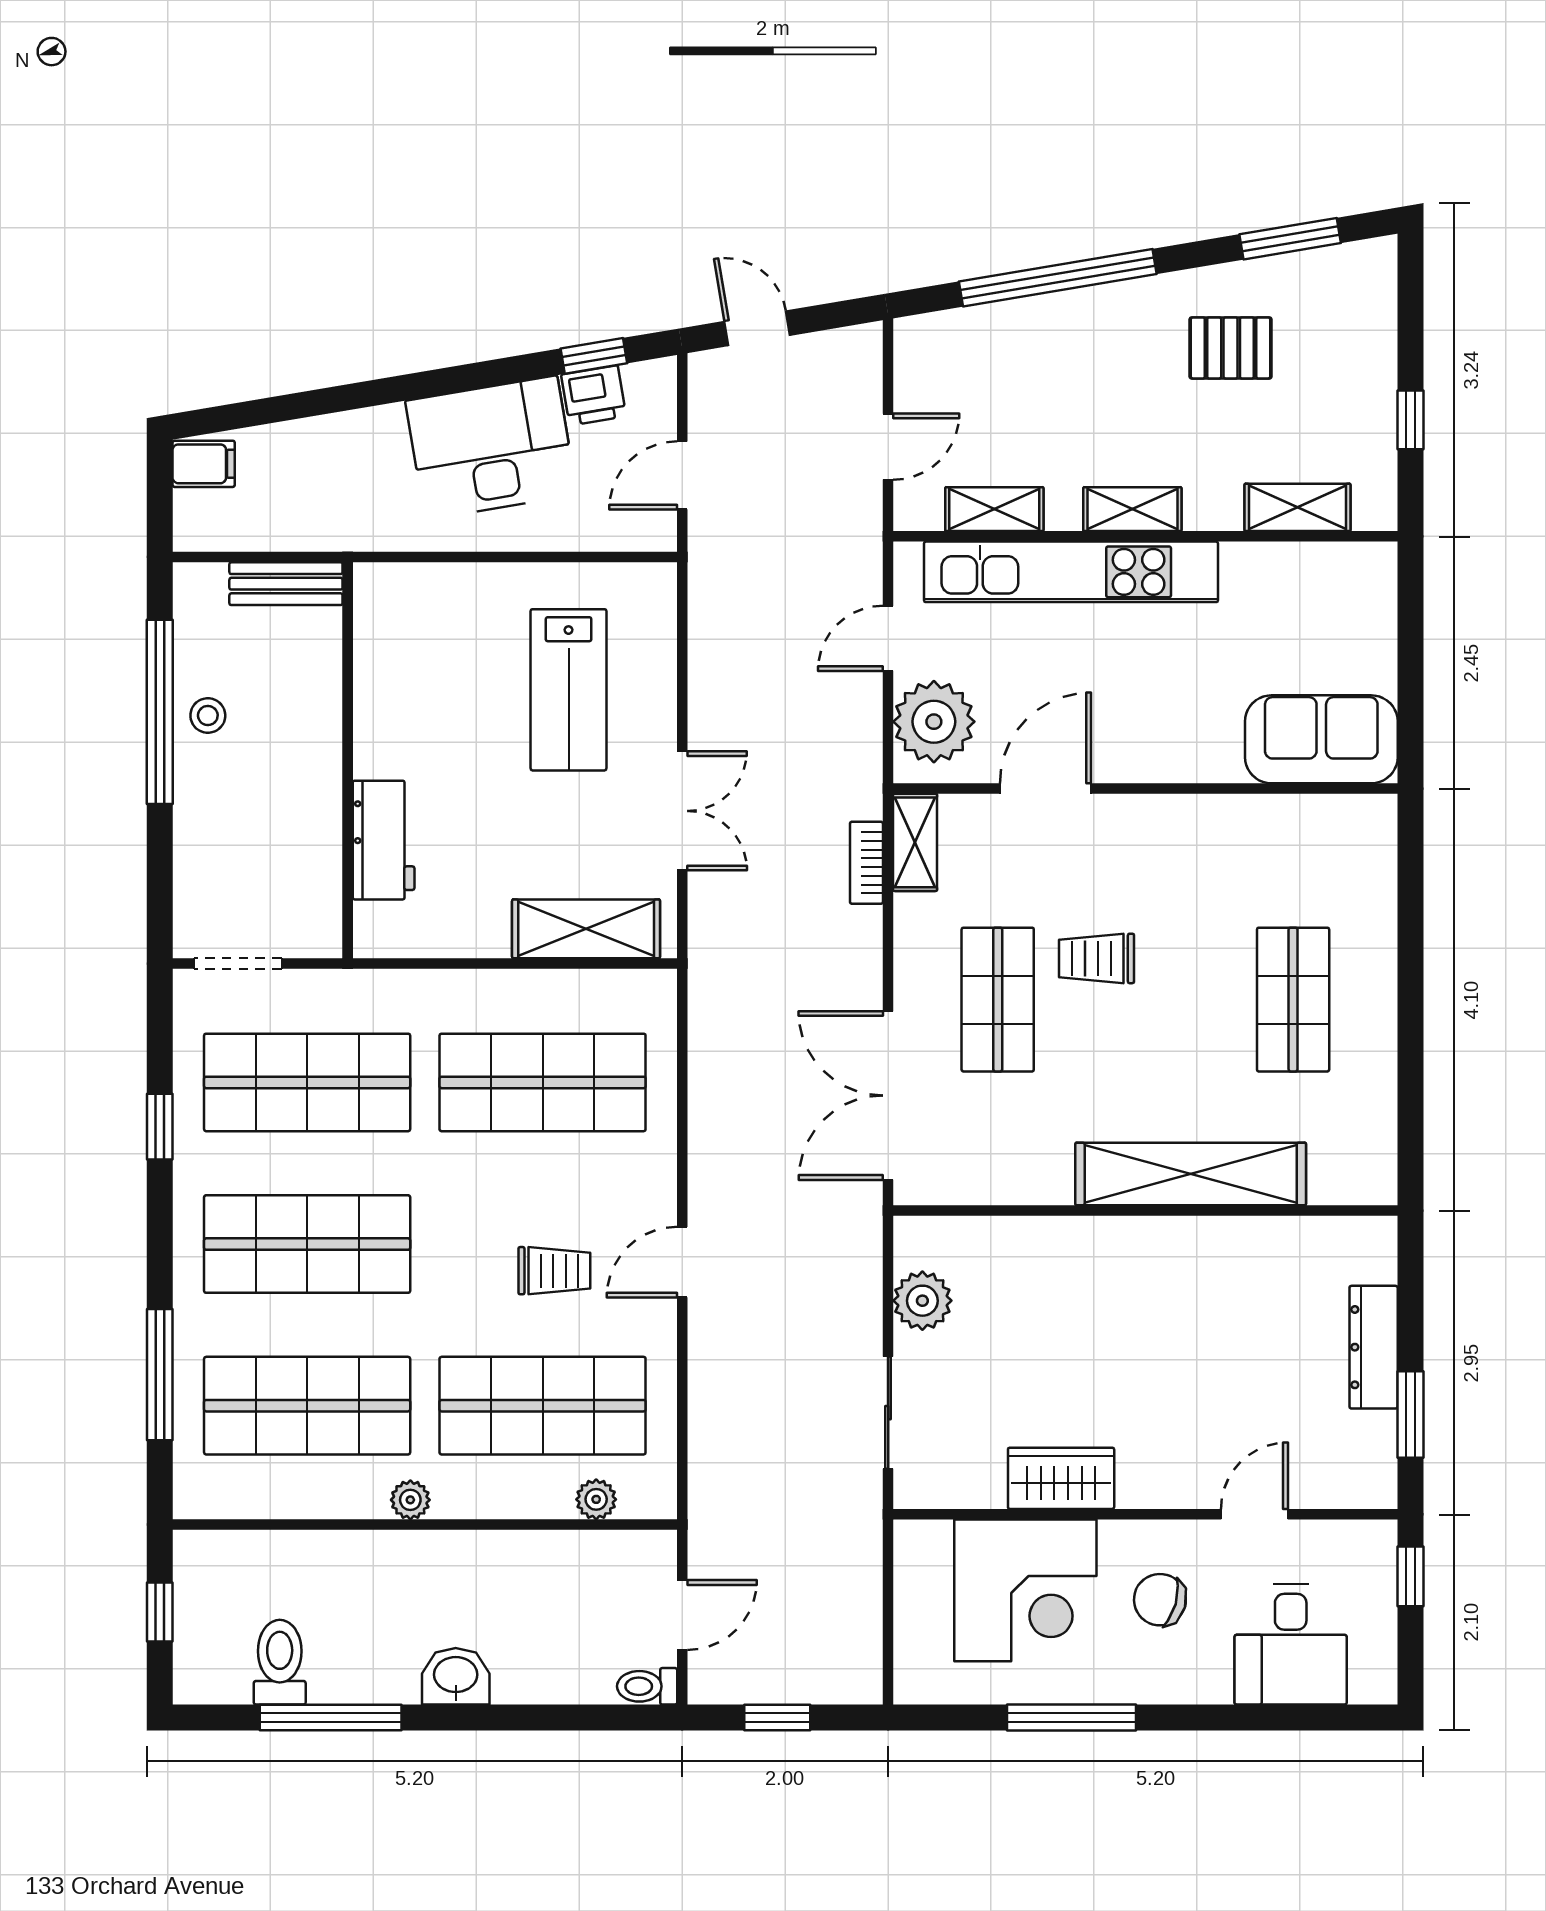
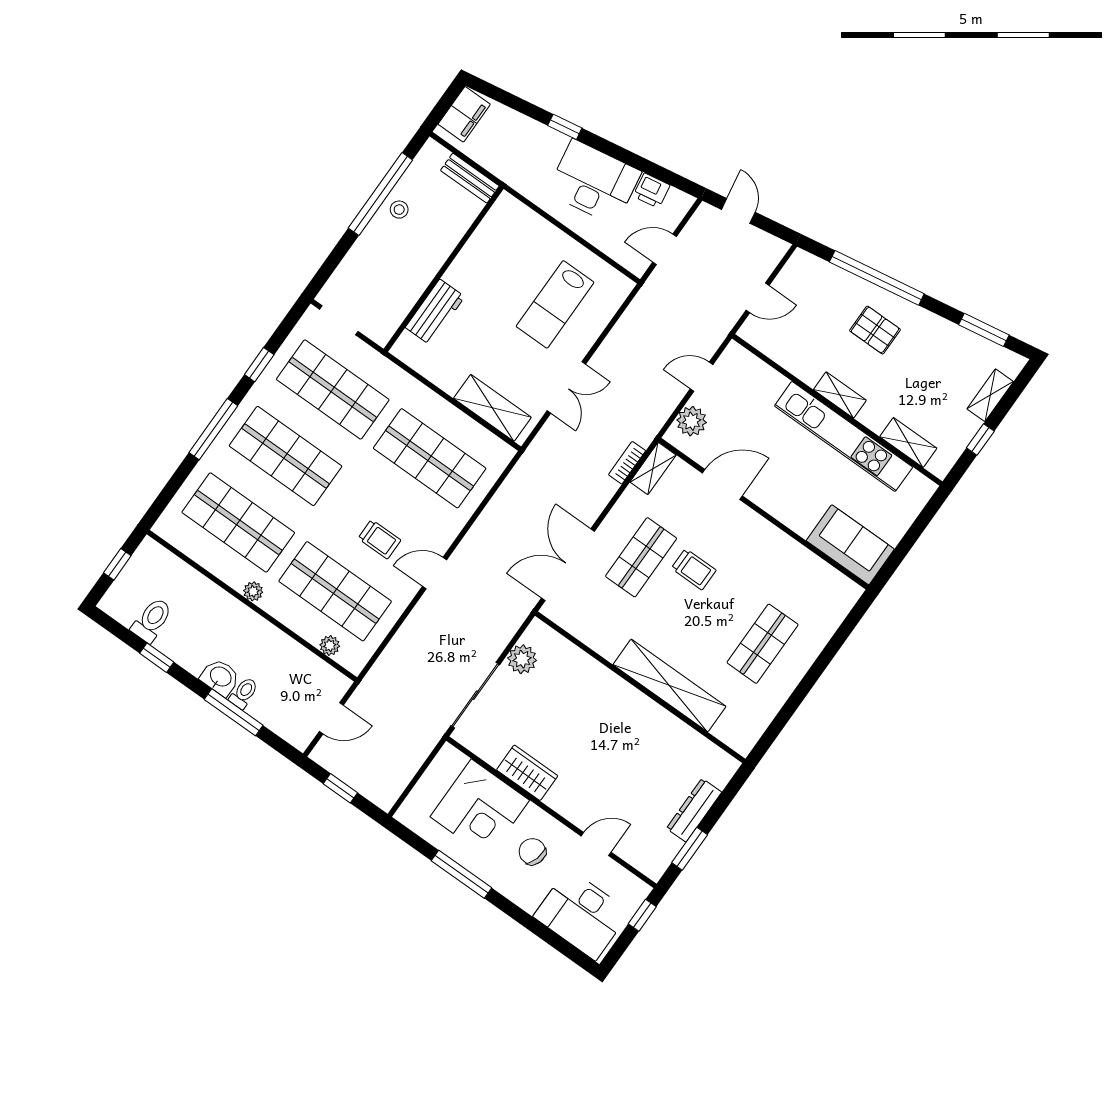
pallet: (1231, 348) -> (875, 330), moved
window: (594, 356) -> (565, 127), moved
filing cabinet: (204, 464) -> (464, 114), width x2.00
shelving: (994, 509) -> (990, 395), moved, turned 90
kitchen unit: (1071, 572) -> (844, 436), moved
plant: (934, 722) -> (692, 421), width x0.73, depth x0.73
trolley: (1096, 958) -> (694, 569), turned 180
window: (160, 1375) -> (213, 429), moved
sliding door: (888, 1413) -> (475, 695), width x1.37
desk: (1291, 1644) -> (582, 914), width x1.37
toilet: (647, 1686) -> (244, 693), moved, turned 90
window: (331, 1718) -> (157, 658), width x0.46
window: (518, 1718) -> (234, 712), added

